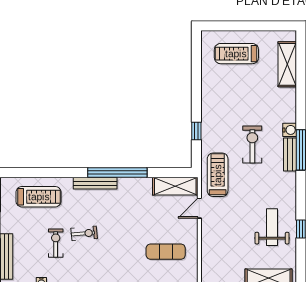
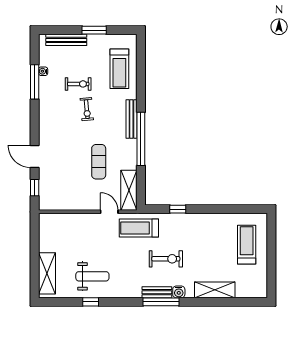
shelving: (287, 64) -> (215, 290), moved
treadmill: (218, 175) -> (139, 228), turned 180
exercise mat: (166, 252) -> (99, 162), moved

